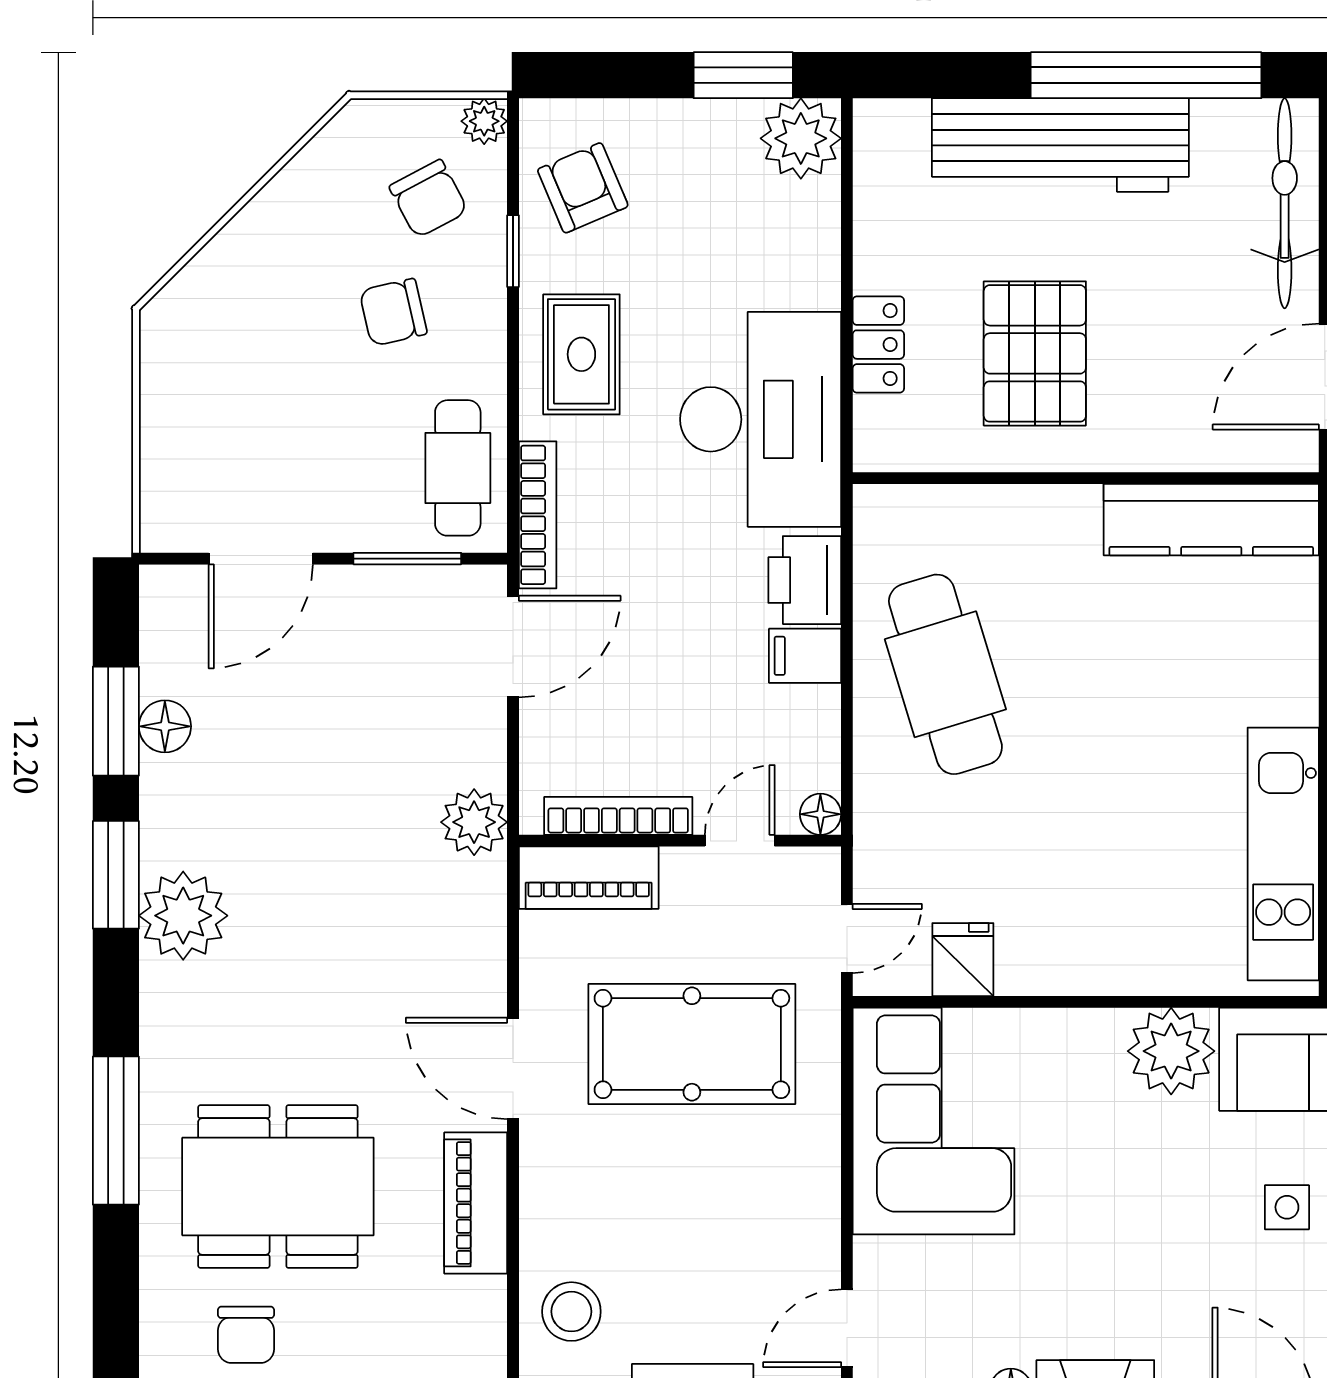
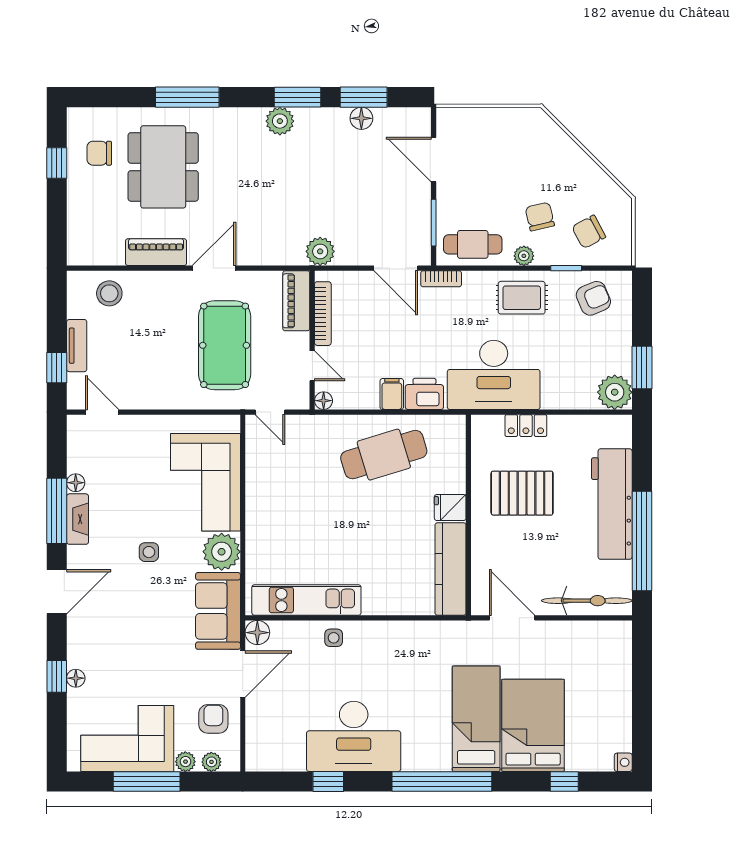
plant: (484, 121) -> (524, 256), moved
bookcase: (538, 515) -> (441, 279), width x0.64
plant: (183, 916) -> (280, 121), width x0.73, depth x0.73
fridge: (963, 960) -> (450, 508), moved, turned 180
corner sofa: (934, 1121) -> (205, 482), moved, turned 90
side table: (1287, 1207) -> (149, 552), moved

